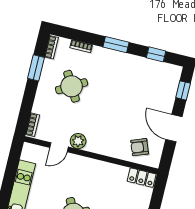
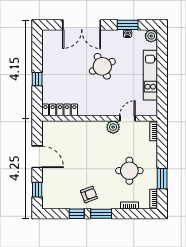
window: (156, 54) -> (77, 214), moved
round table: (72, 86) -> (129, 171), turned 30
armchair: (140, 147) -> (89, 194), moved
locker: (142, 178) -> (60, 110), width x1.53

